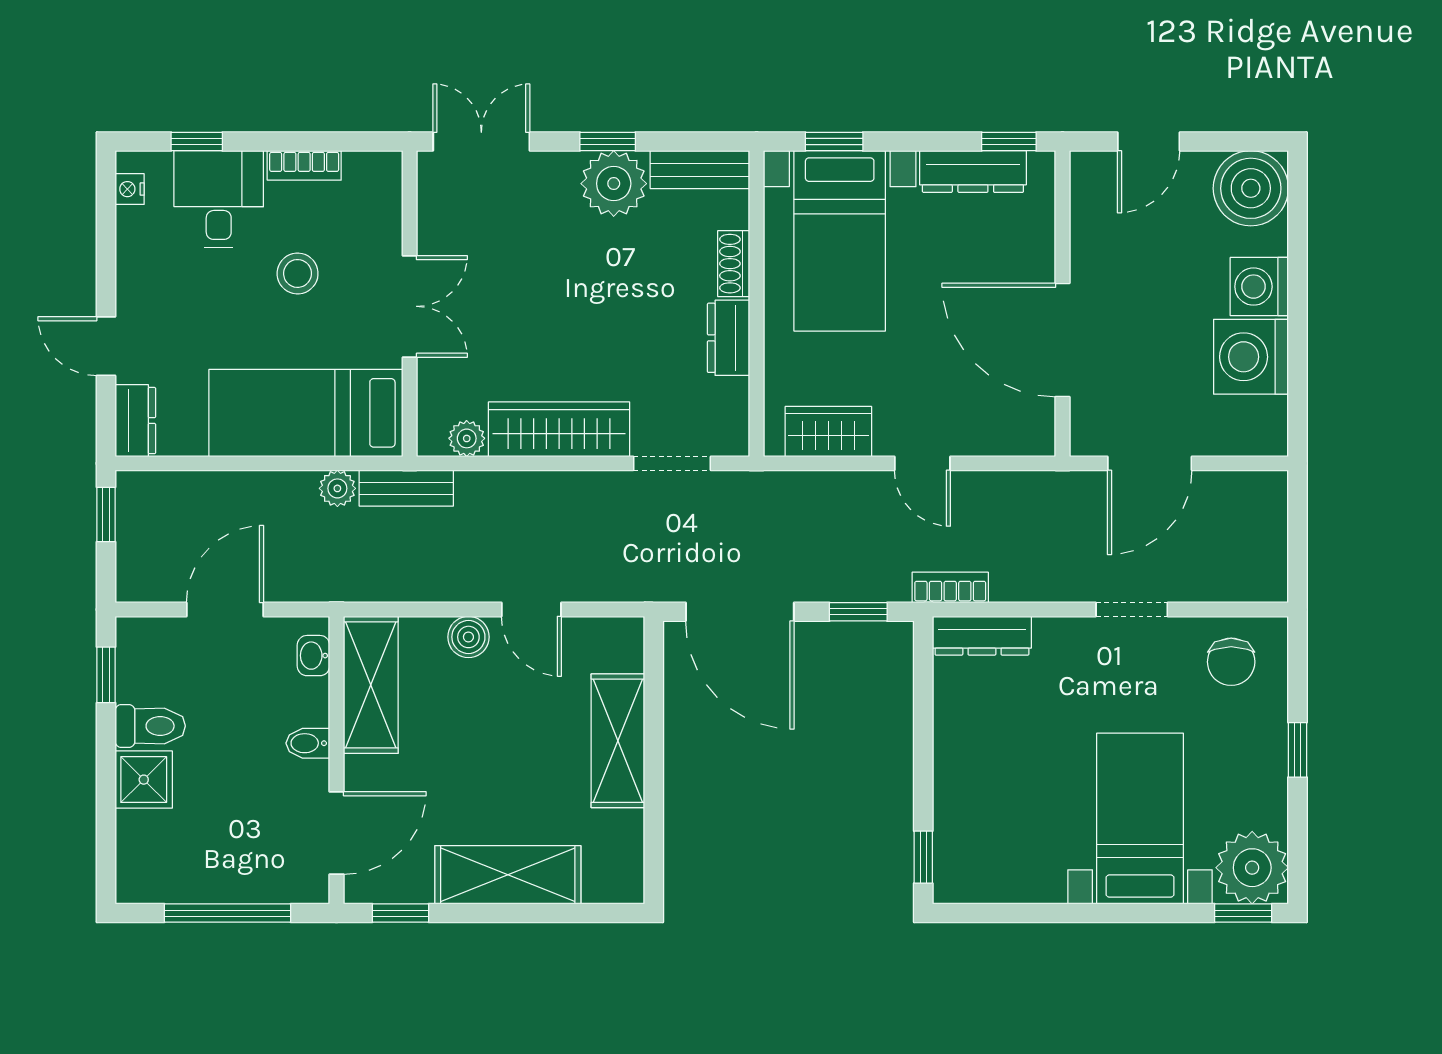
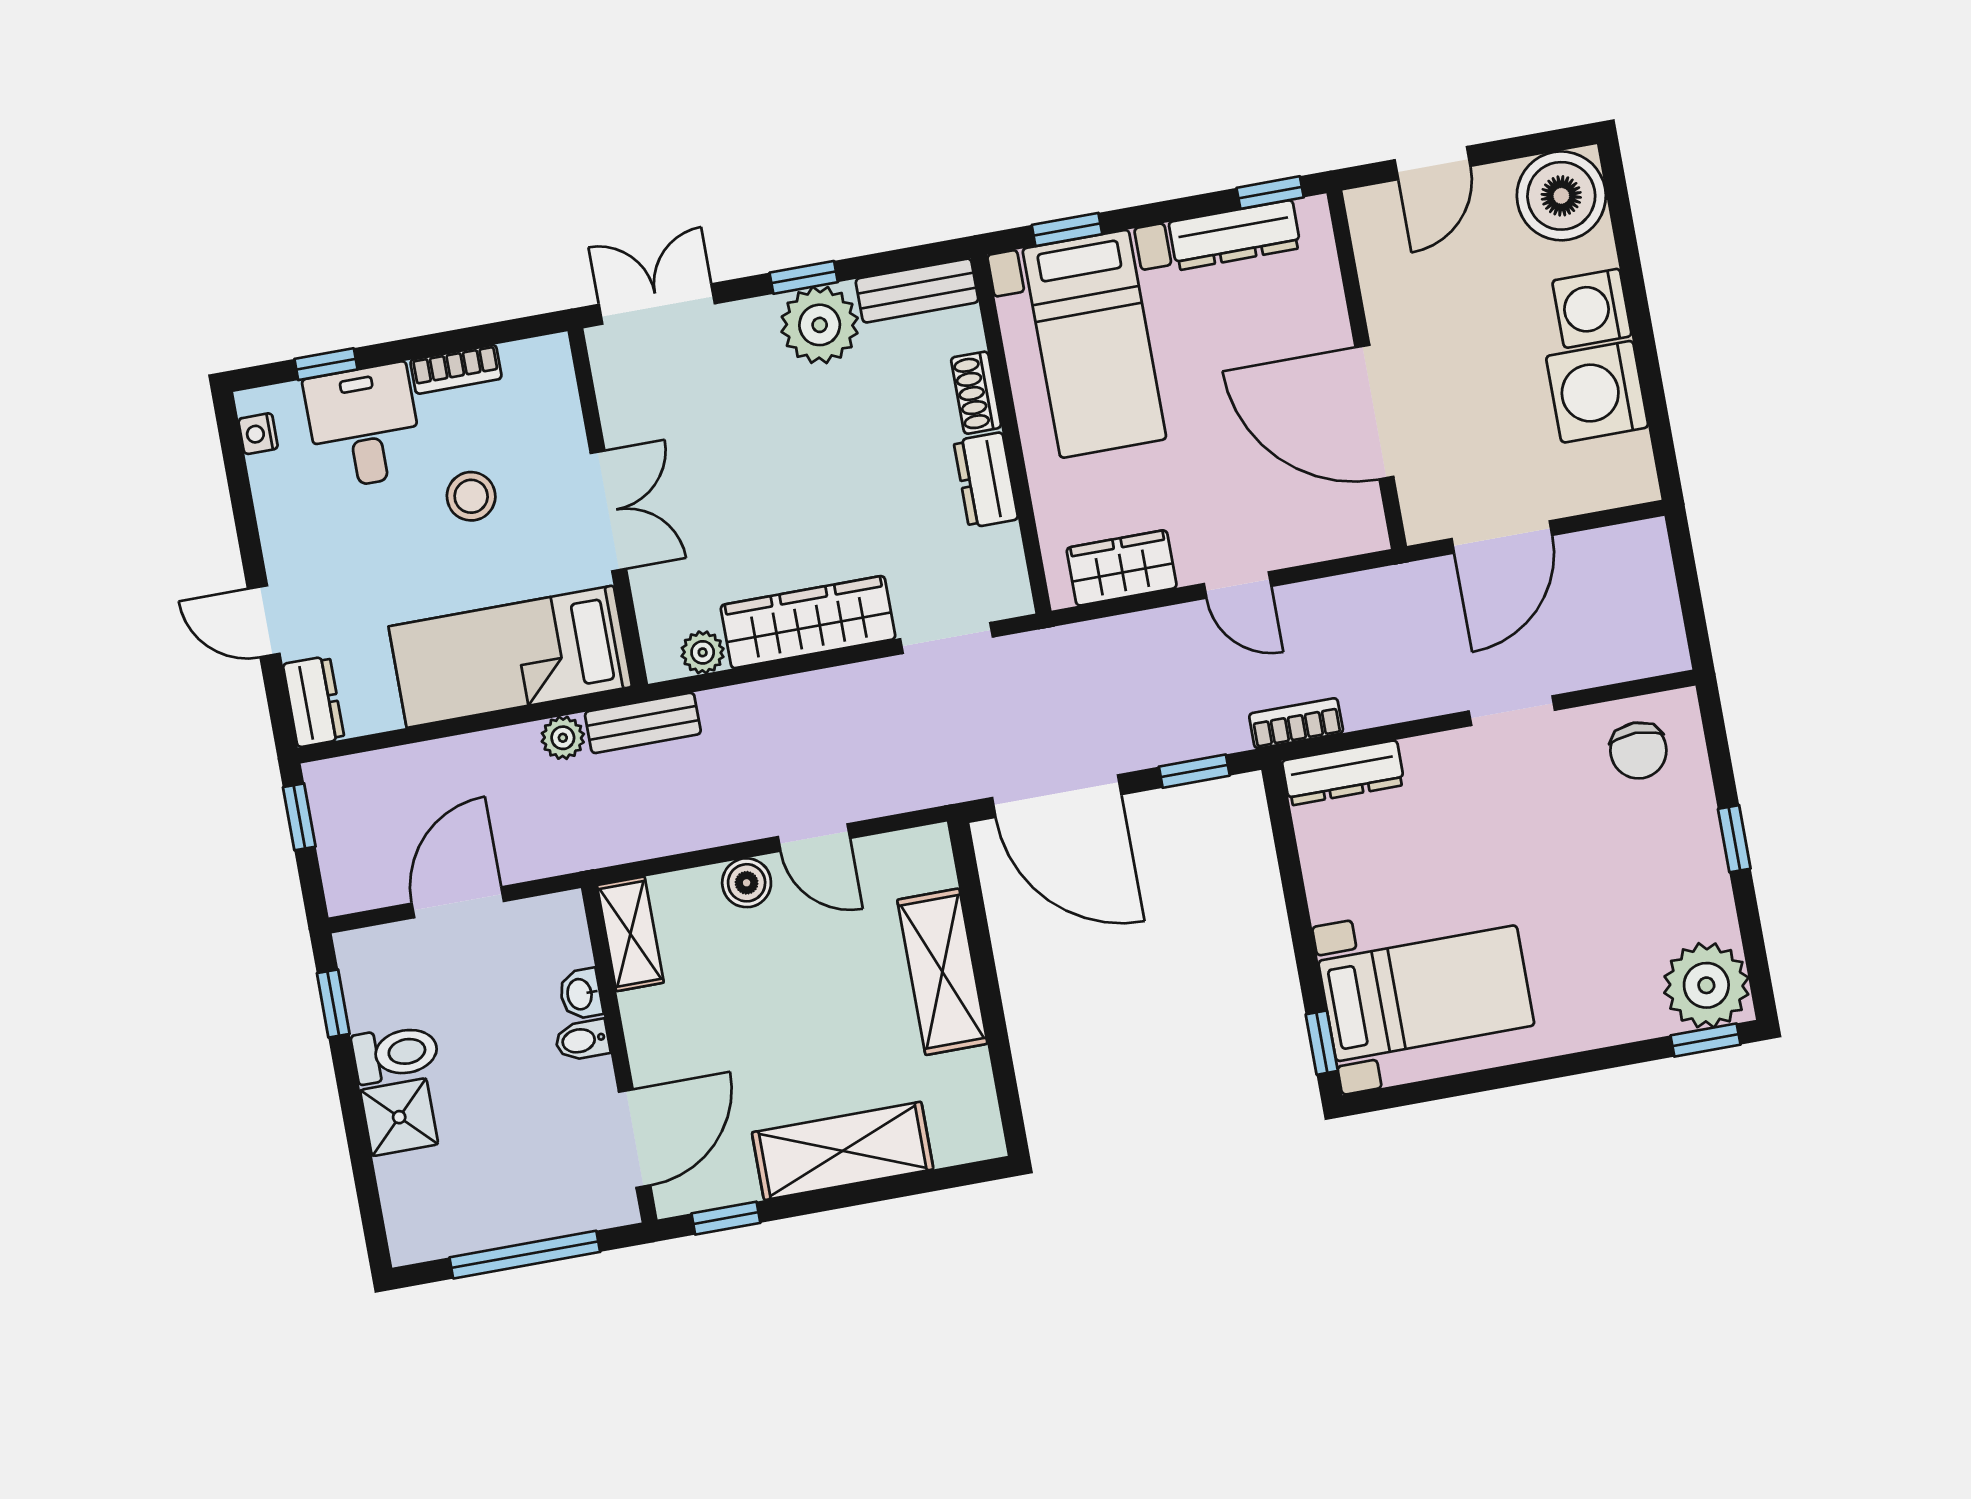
washbasin: (313, 656) -> (581, 994), moved
shelving: (371, 685) -> (630, 934), width x0.67, depth x0.75
bed with nightstands: (1140, 819) -> (1426, 993), moved, turned 90

